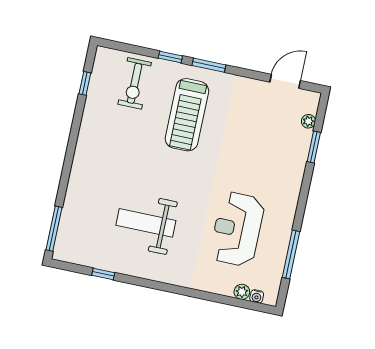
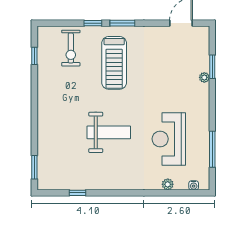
plant: (308, 121) -> (204, 77), moved
weight bench: (146, 223) -> (109, 132), moved, turned 180
window: (54, 229) -> (34, 167), width x0.69
plant: (242, 292) -> (168, 184), moved

